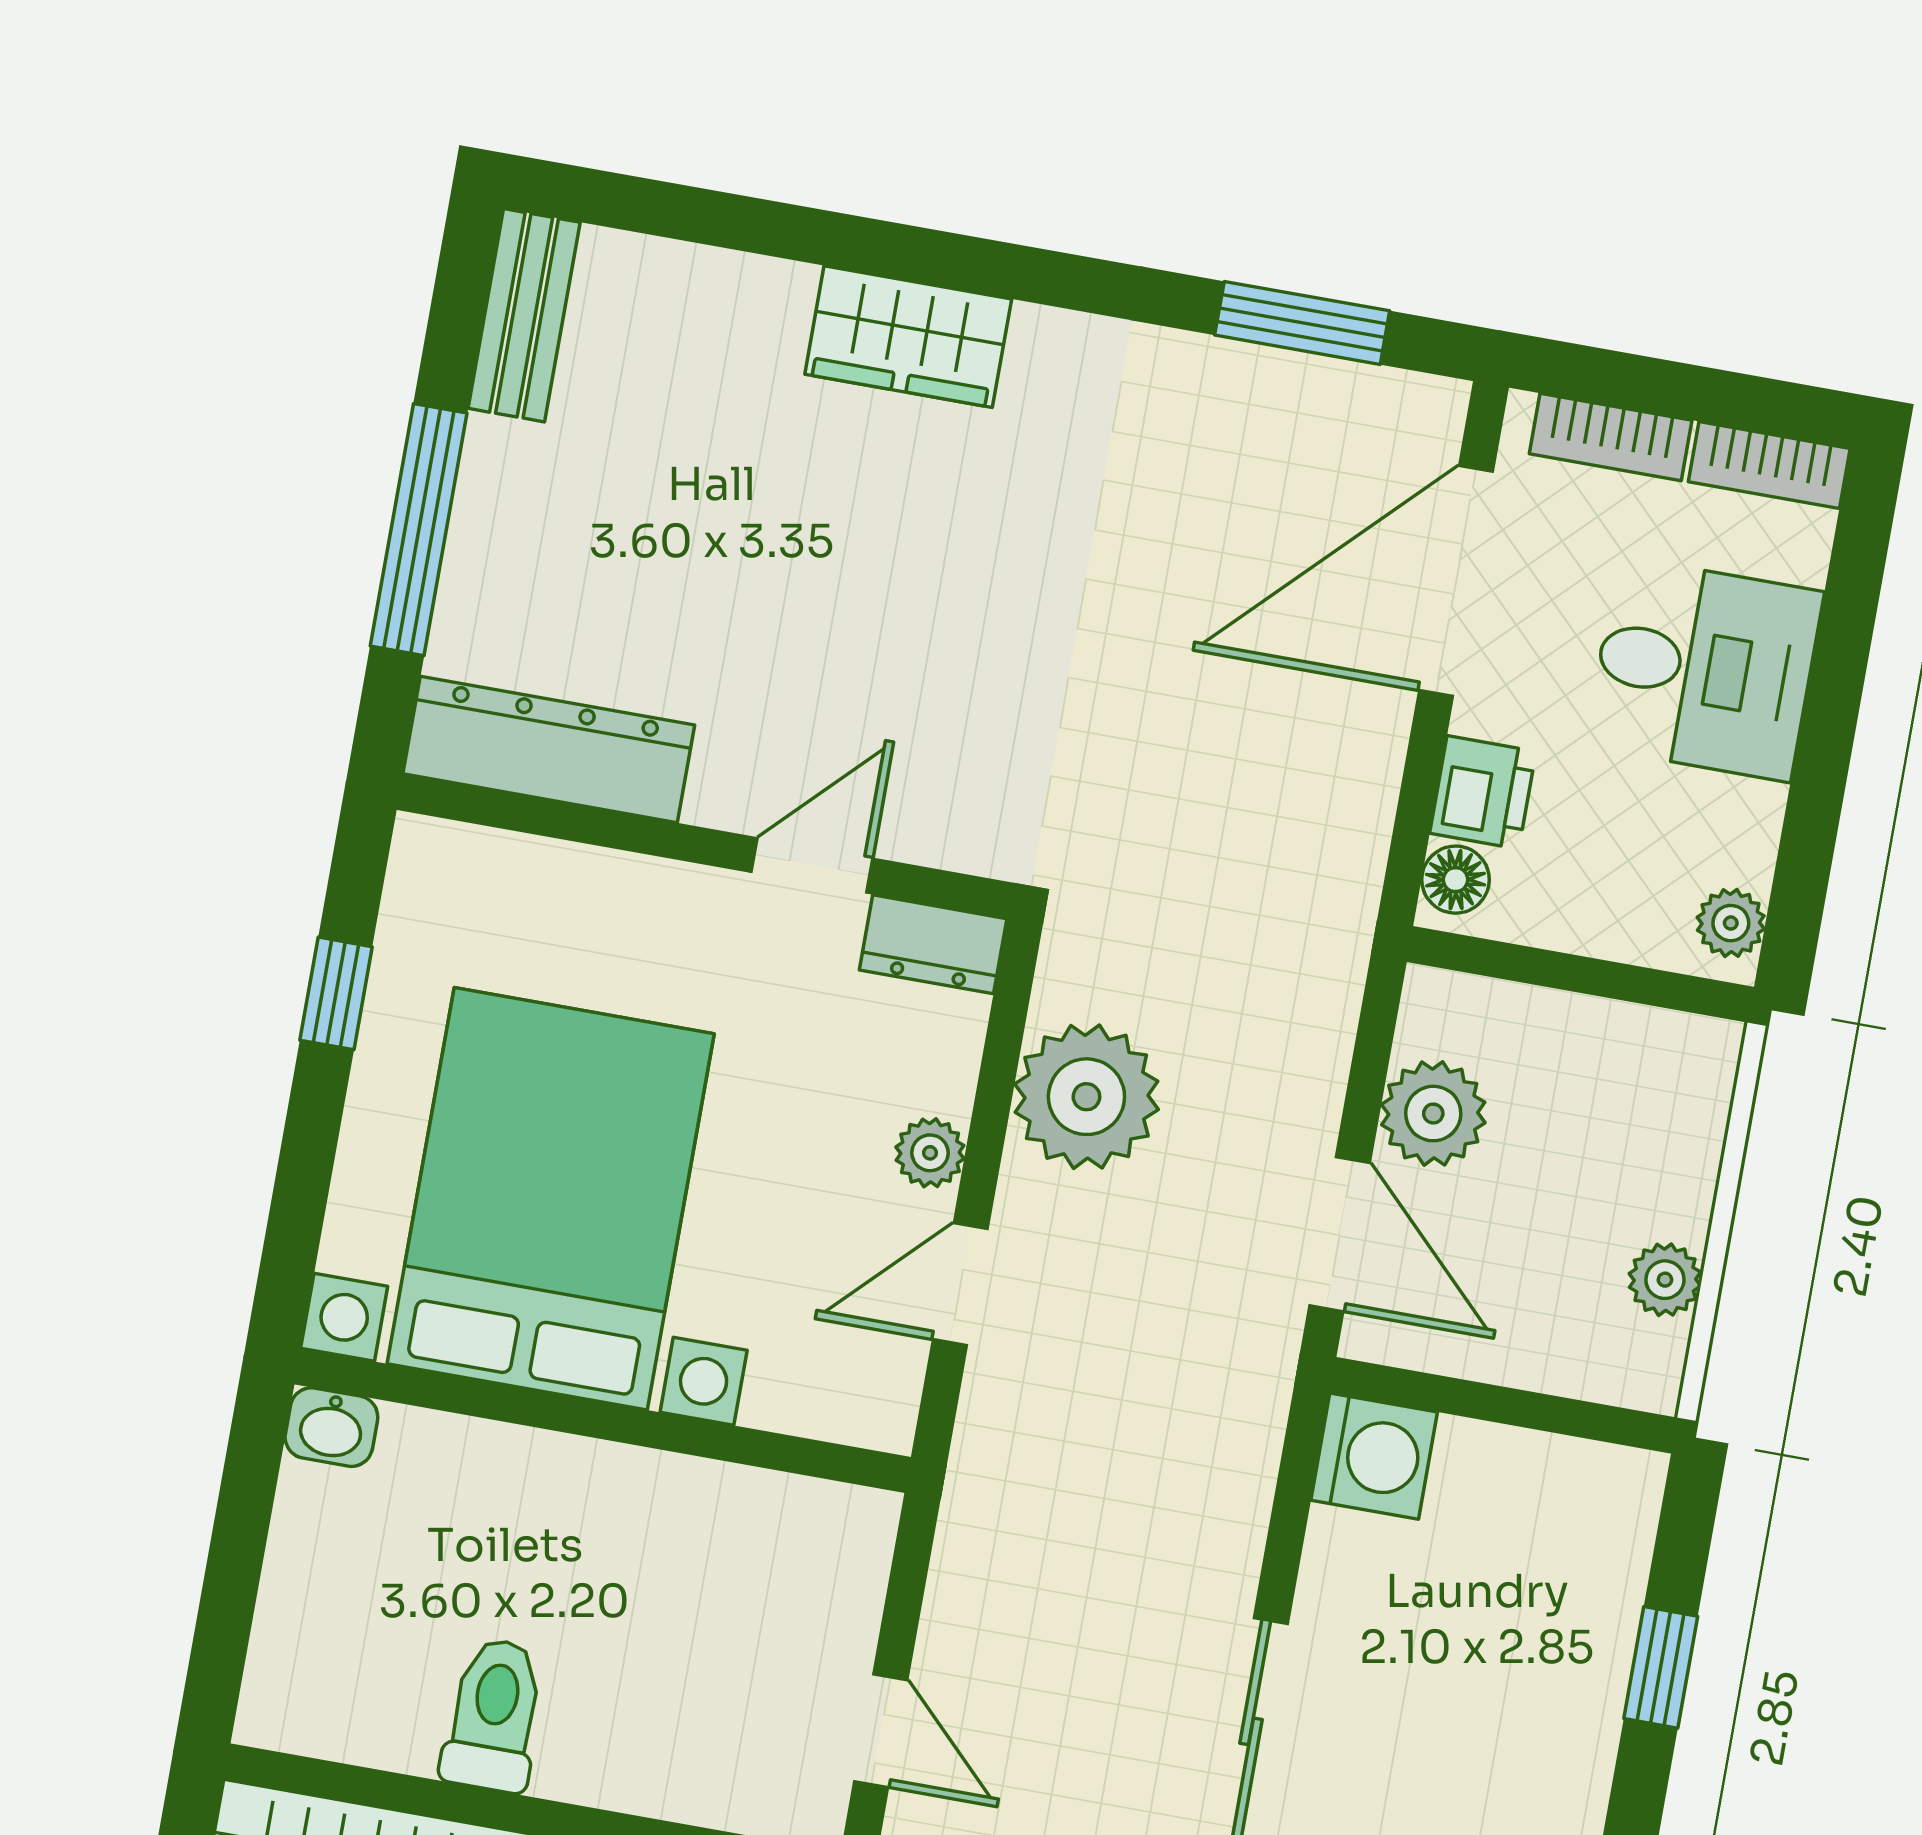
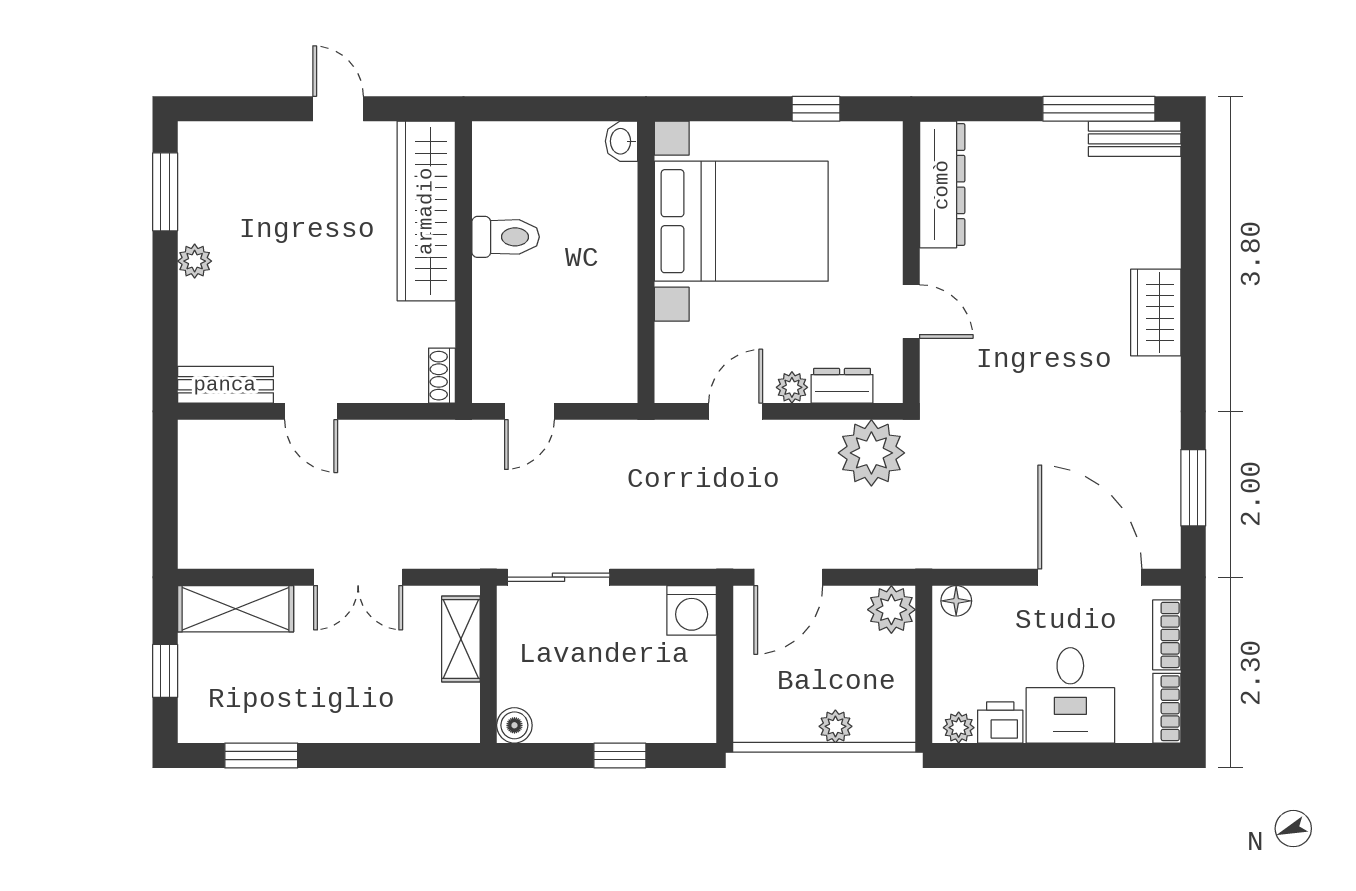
window: (419, 530) -> (1099, 109), moved
printer: (1483, 792) -> (1000, 722), moved, turned 180
dresser: (933, 944) -> (842, 386), moved, turned 90
plant: (1086, 1097) -> (871, 453), moved
plant: (1433, 1114) -> (891, 610), moved
plant: (1665, 1280) -> (835, 726), moved
door: (960, 1284) -> (736, 411), hinge flipped

